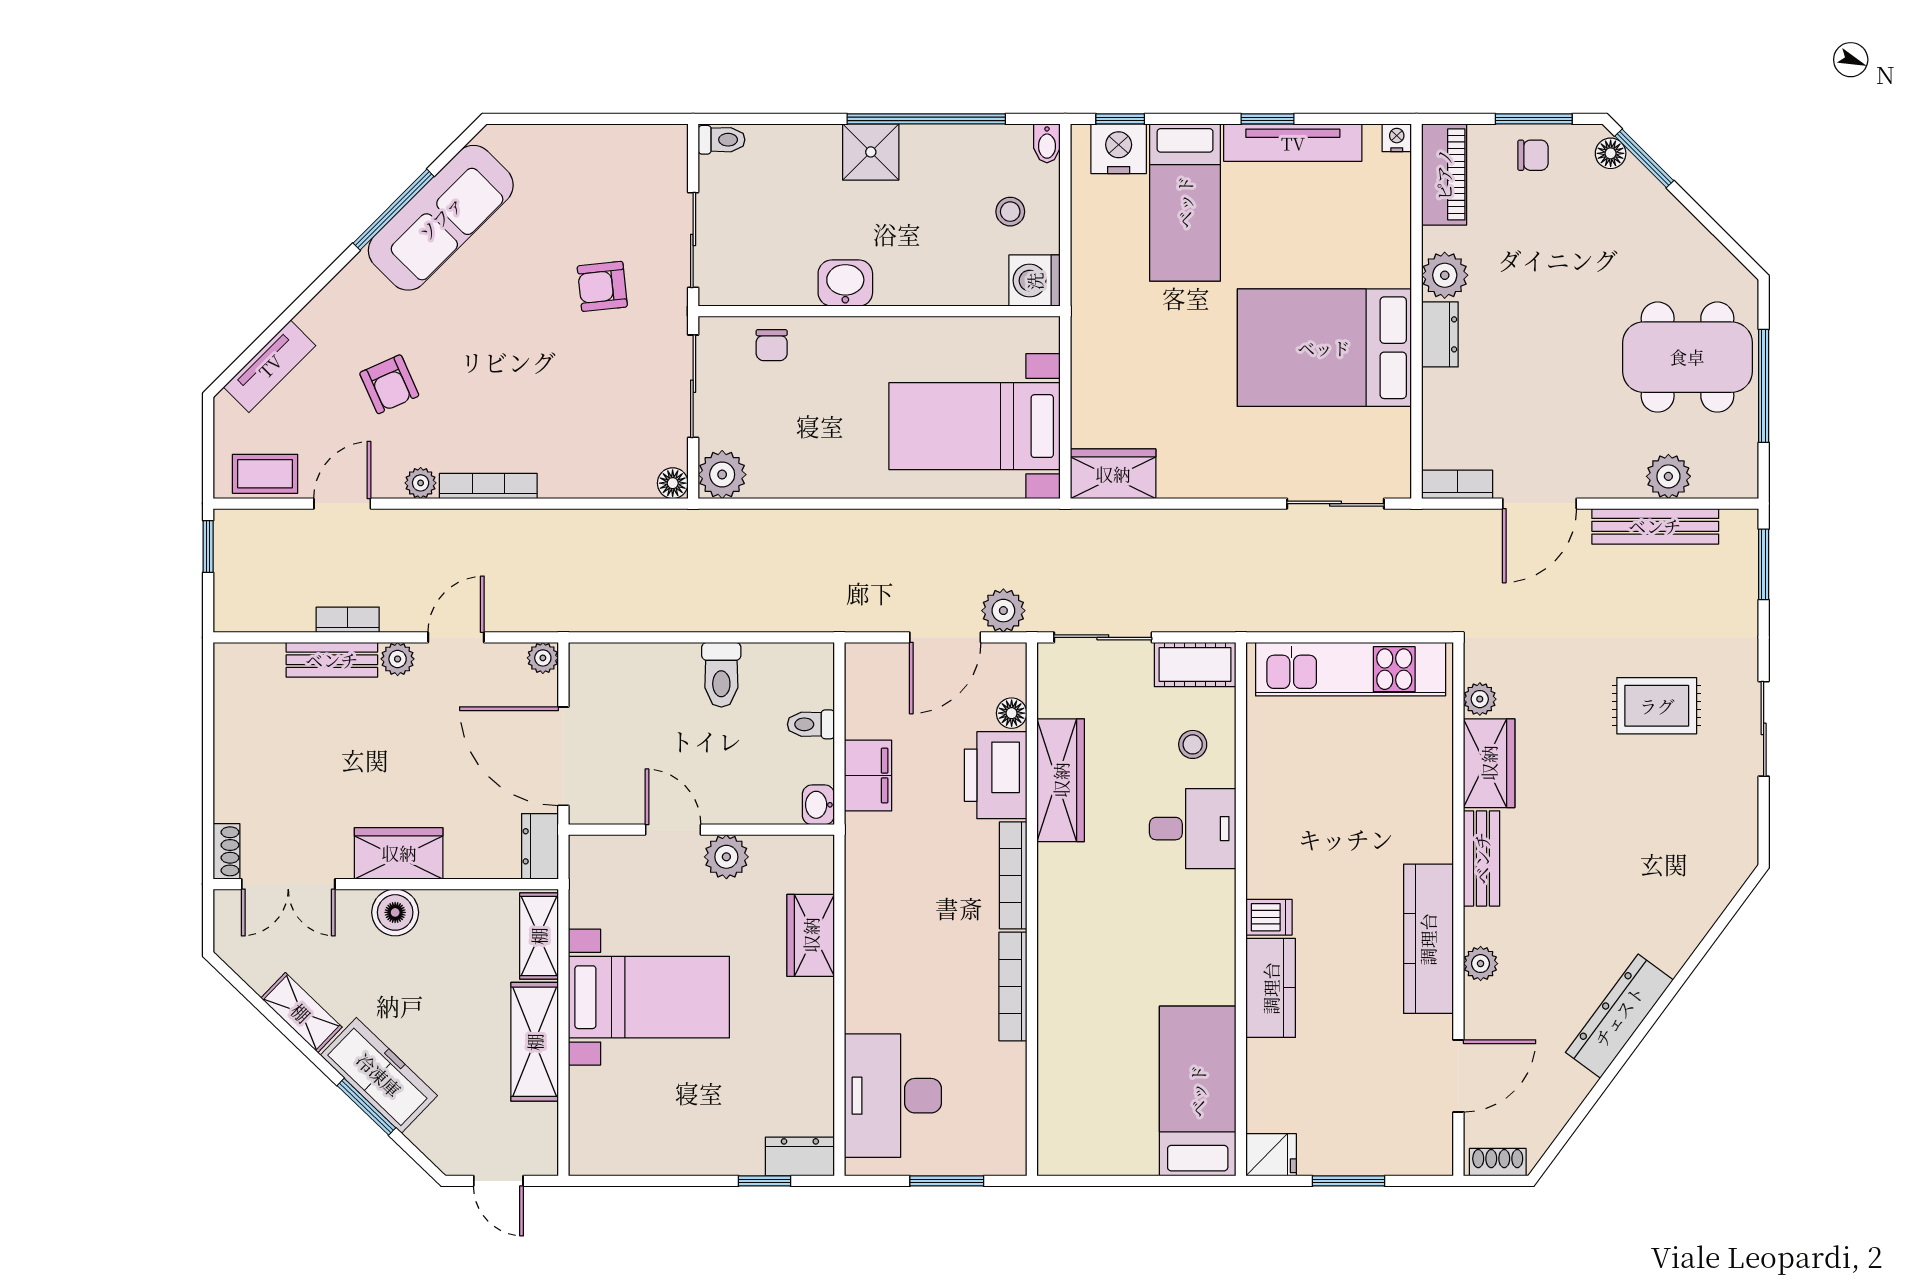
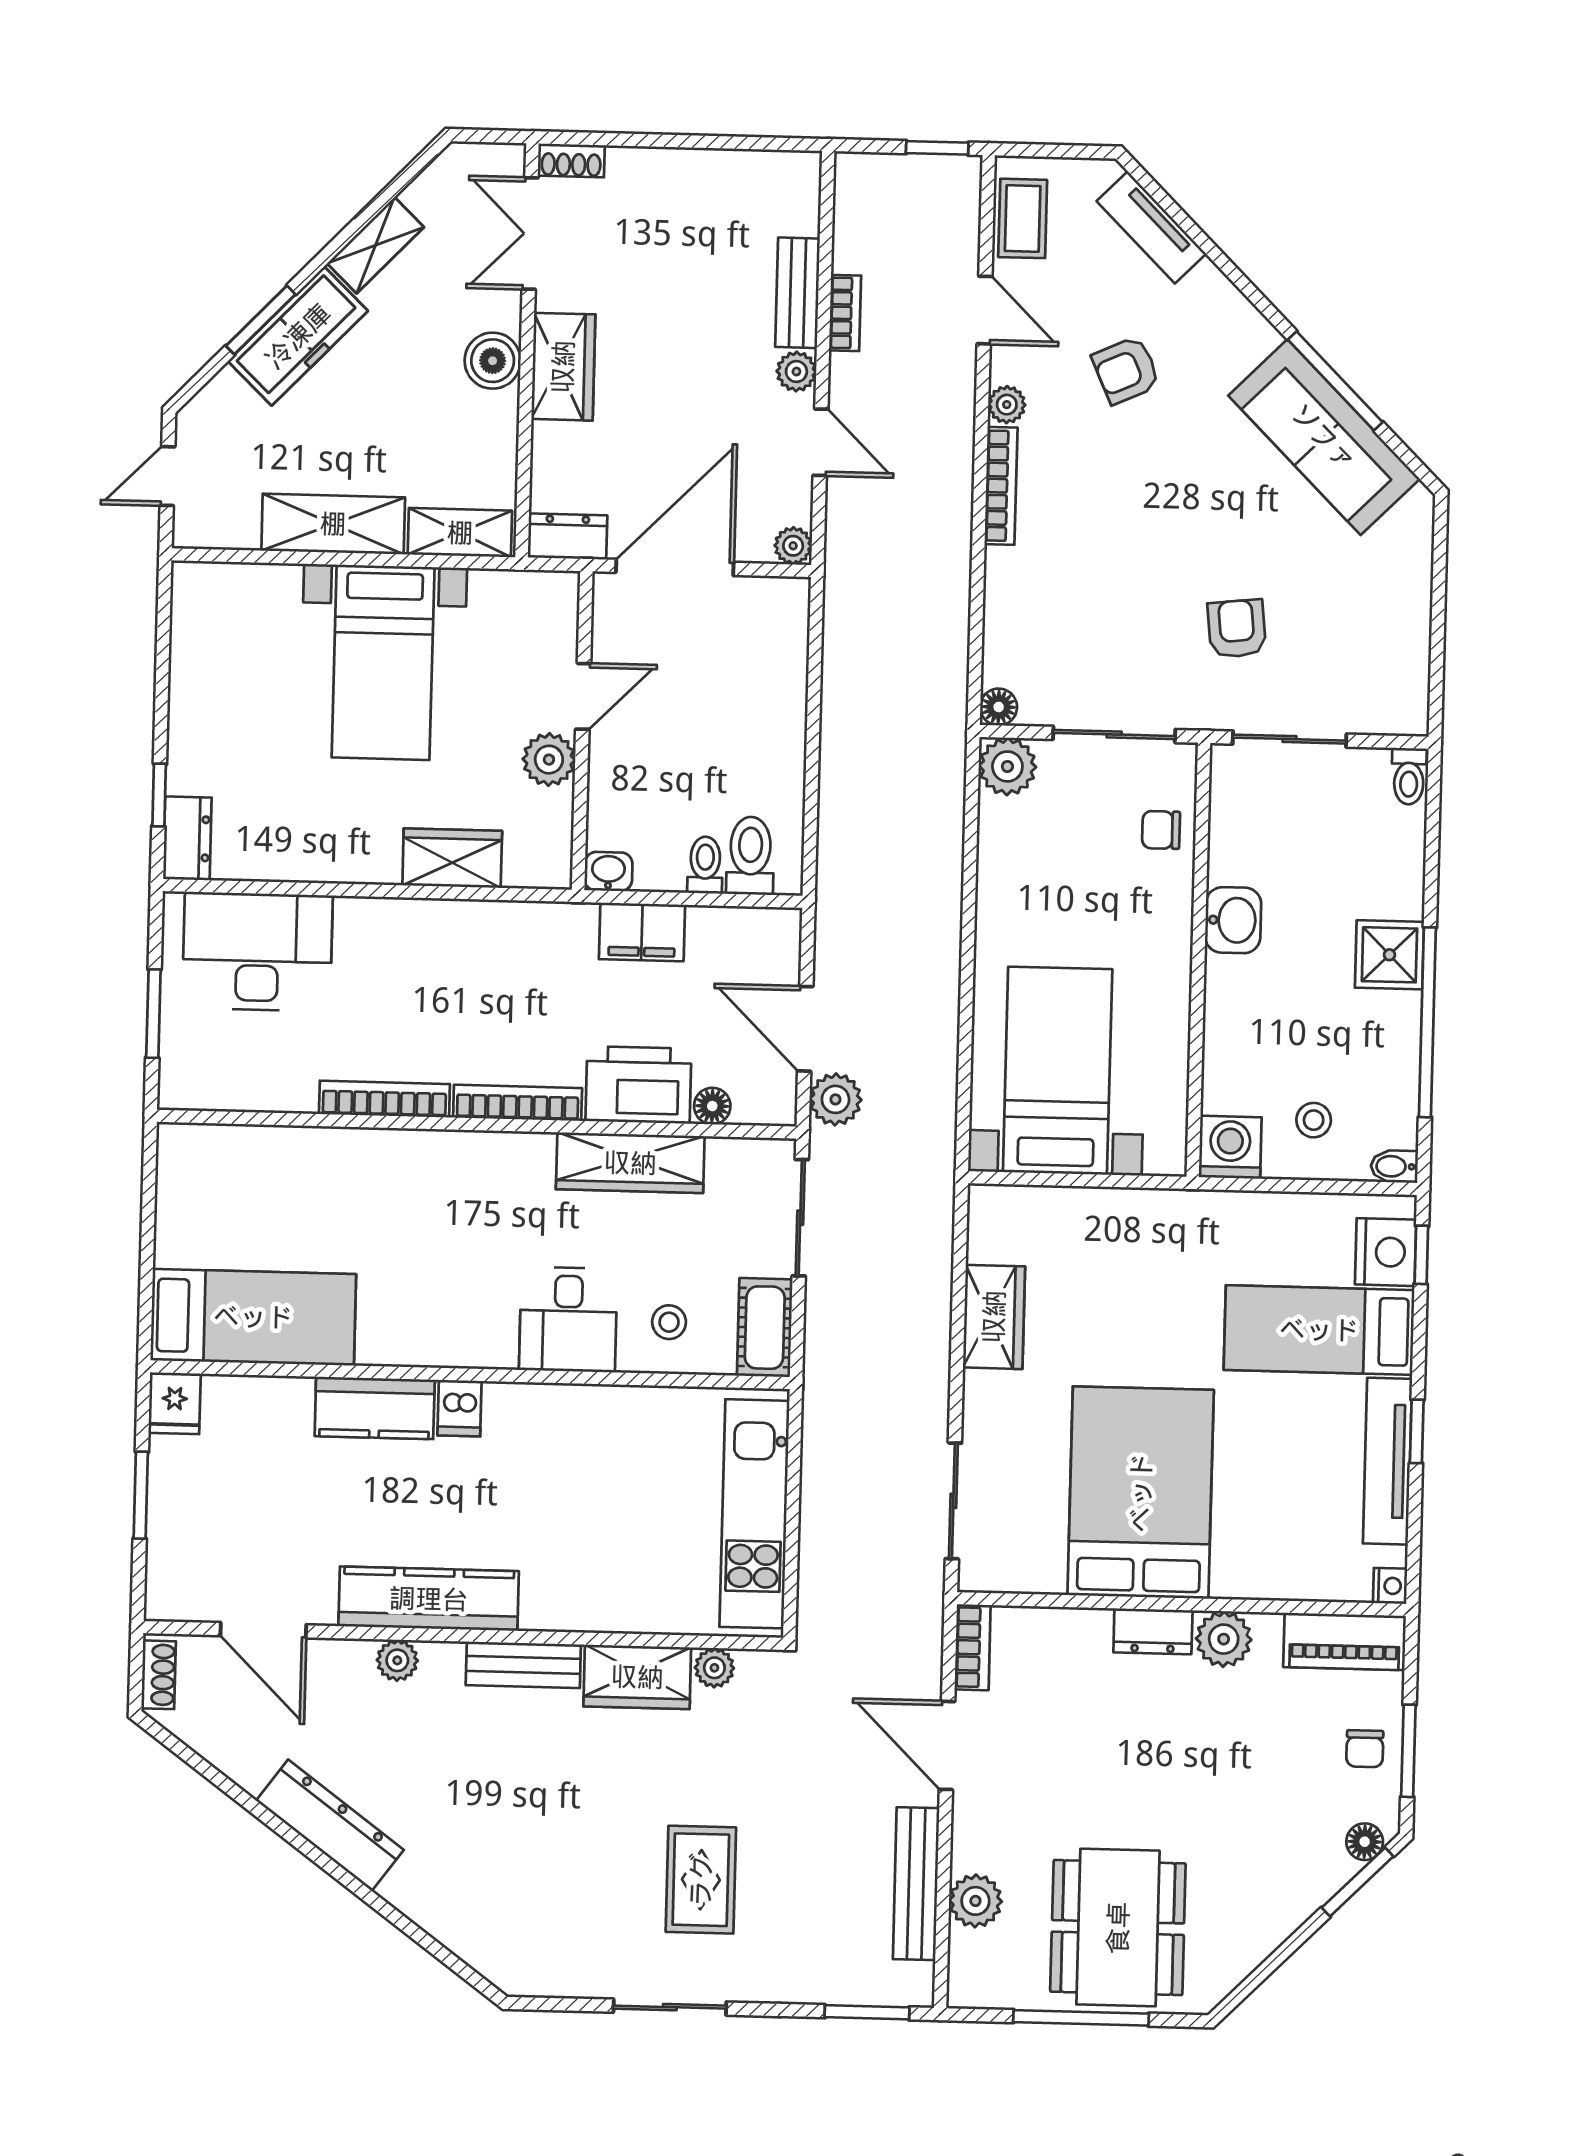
wardrobe: (1113, 474) -> (994, 1317), moved
toilet: (721, 675) -> (750, 856), moved, turned 90

